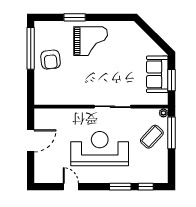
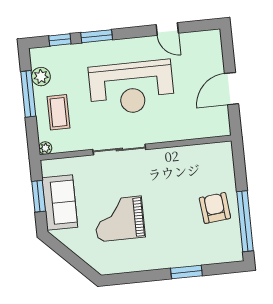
grand piano: (91, 41) -> (119, 219), moved
window: (171, 133) -> (28, 94), moved
coffee table: (152, 137) -> (58, 112), turned -43
plant: (161, 163) -> (41, 77), added

